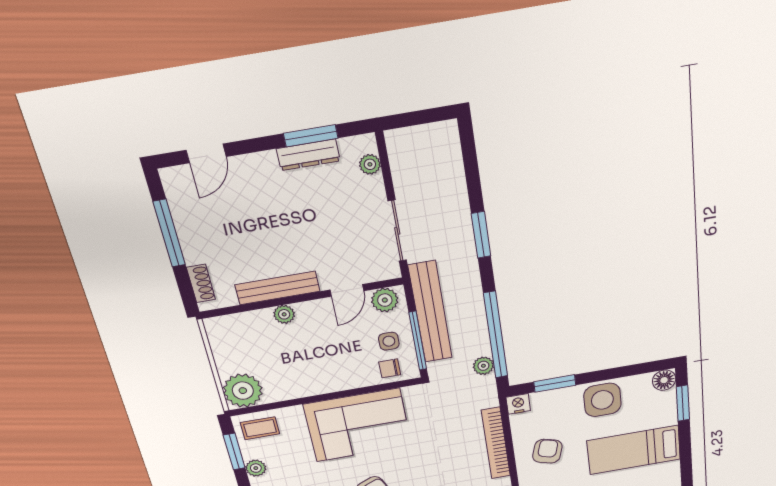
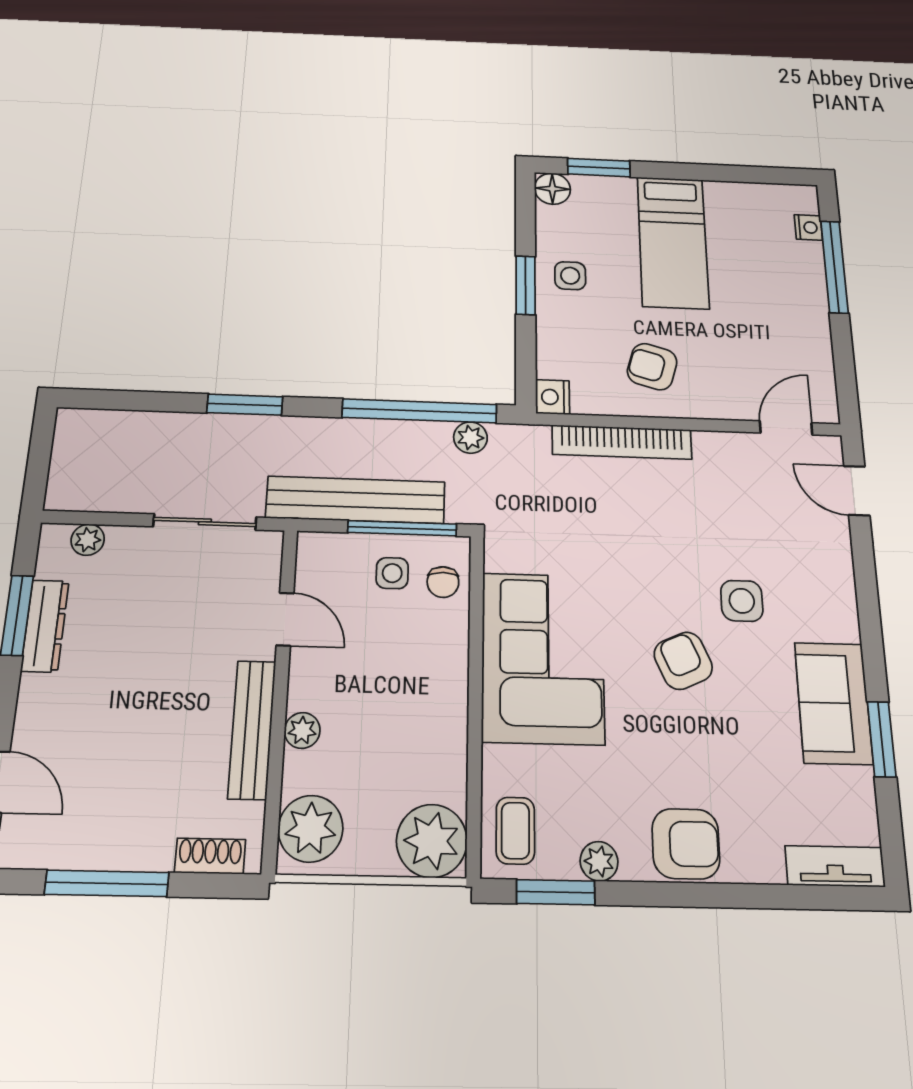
plant: (385, 300) -> (311, 829), moved, width x1.36, depth x1.36
window: (555, 383) -> (526, 285), moved
side table: (602, 400) -> (570, 276), width x0.54, depth x0.54

